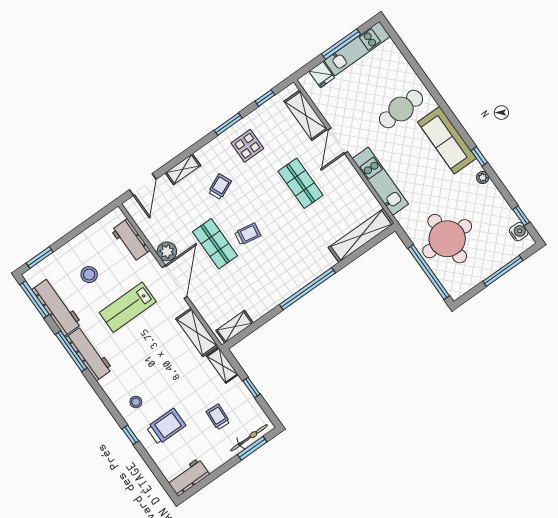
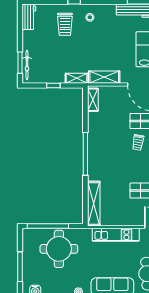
trolley: (218, 417) -> (50, 56), removed

